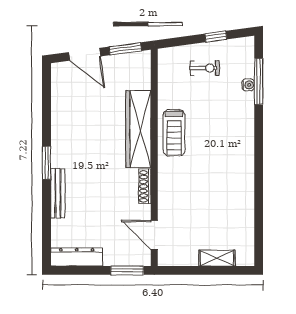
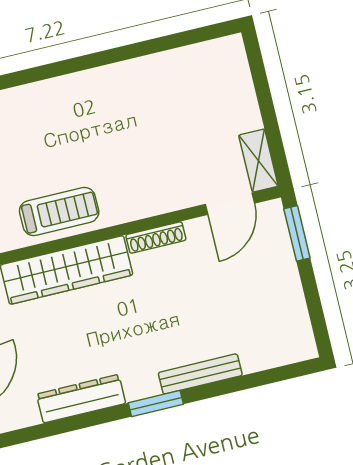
dresser: (77, 257) -> (81, 399), moved, turned 90
shelving: (217, 258) -> (258, 161), moved

